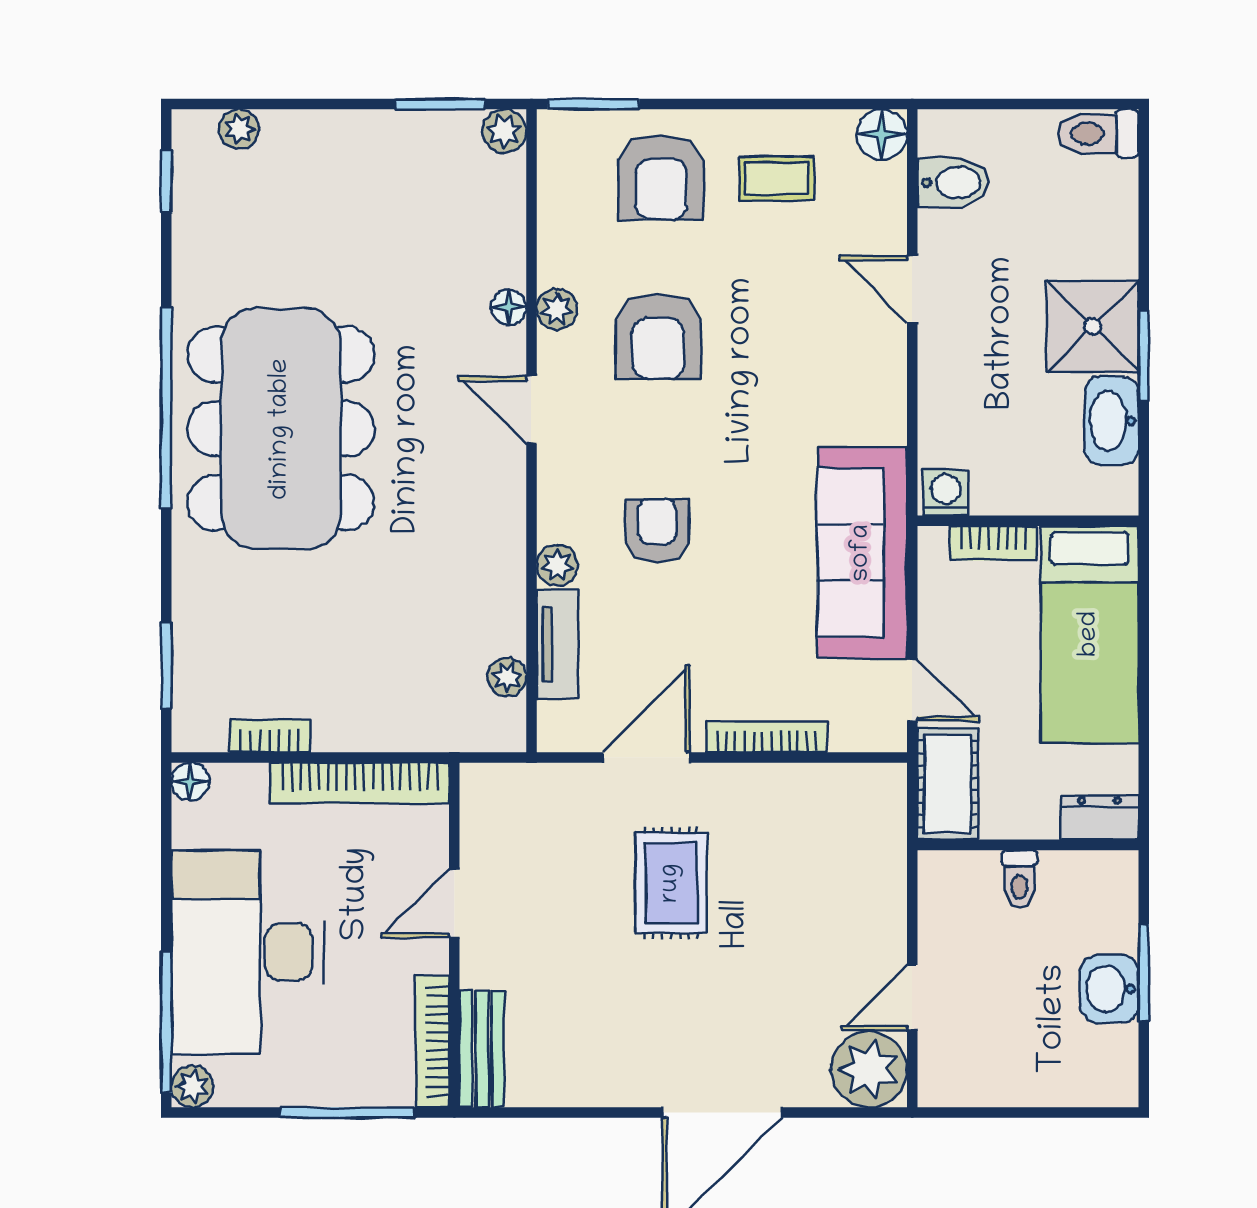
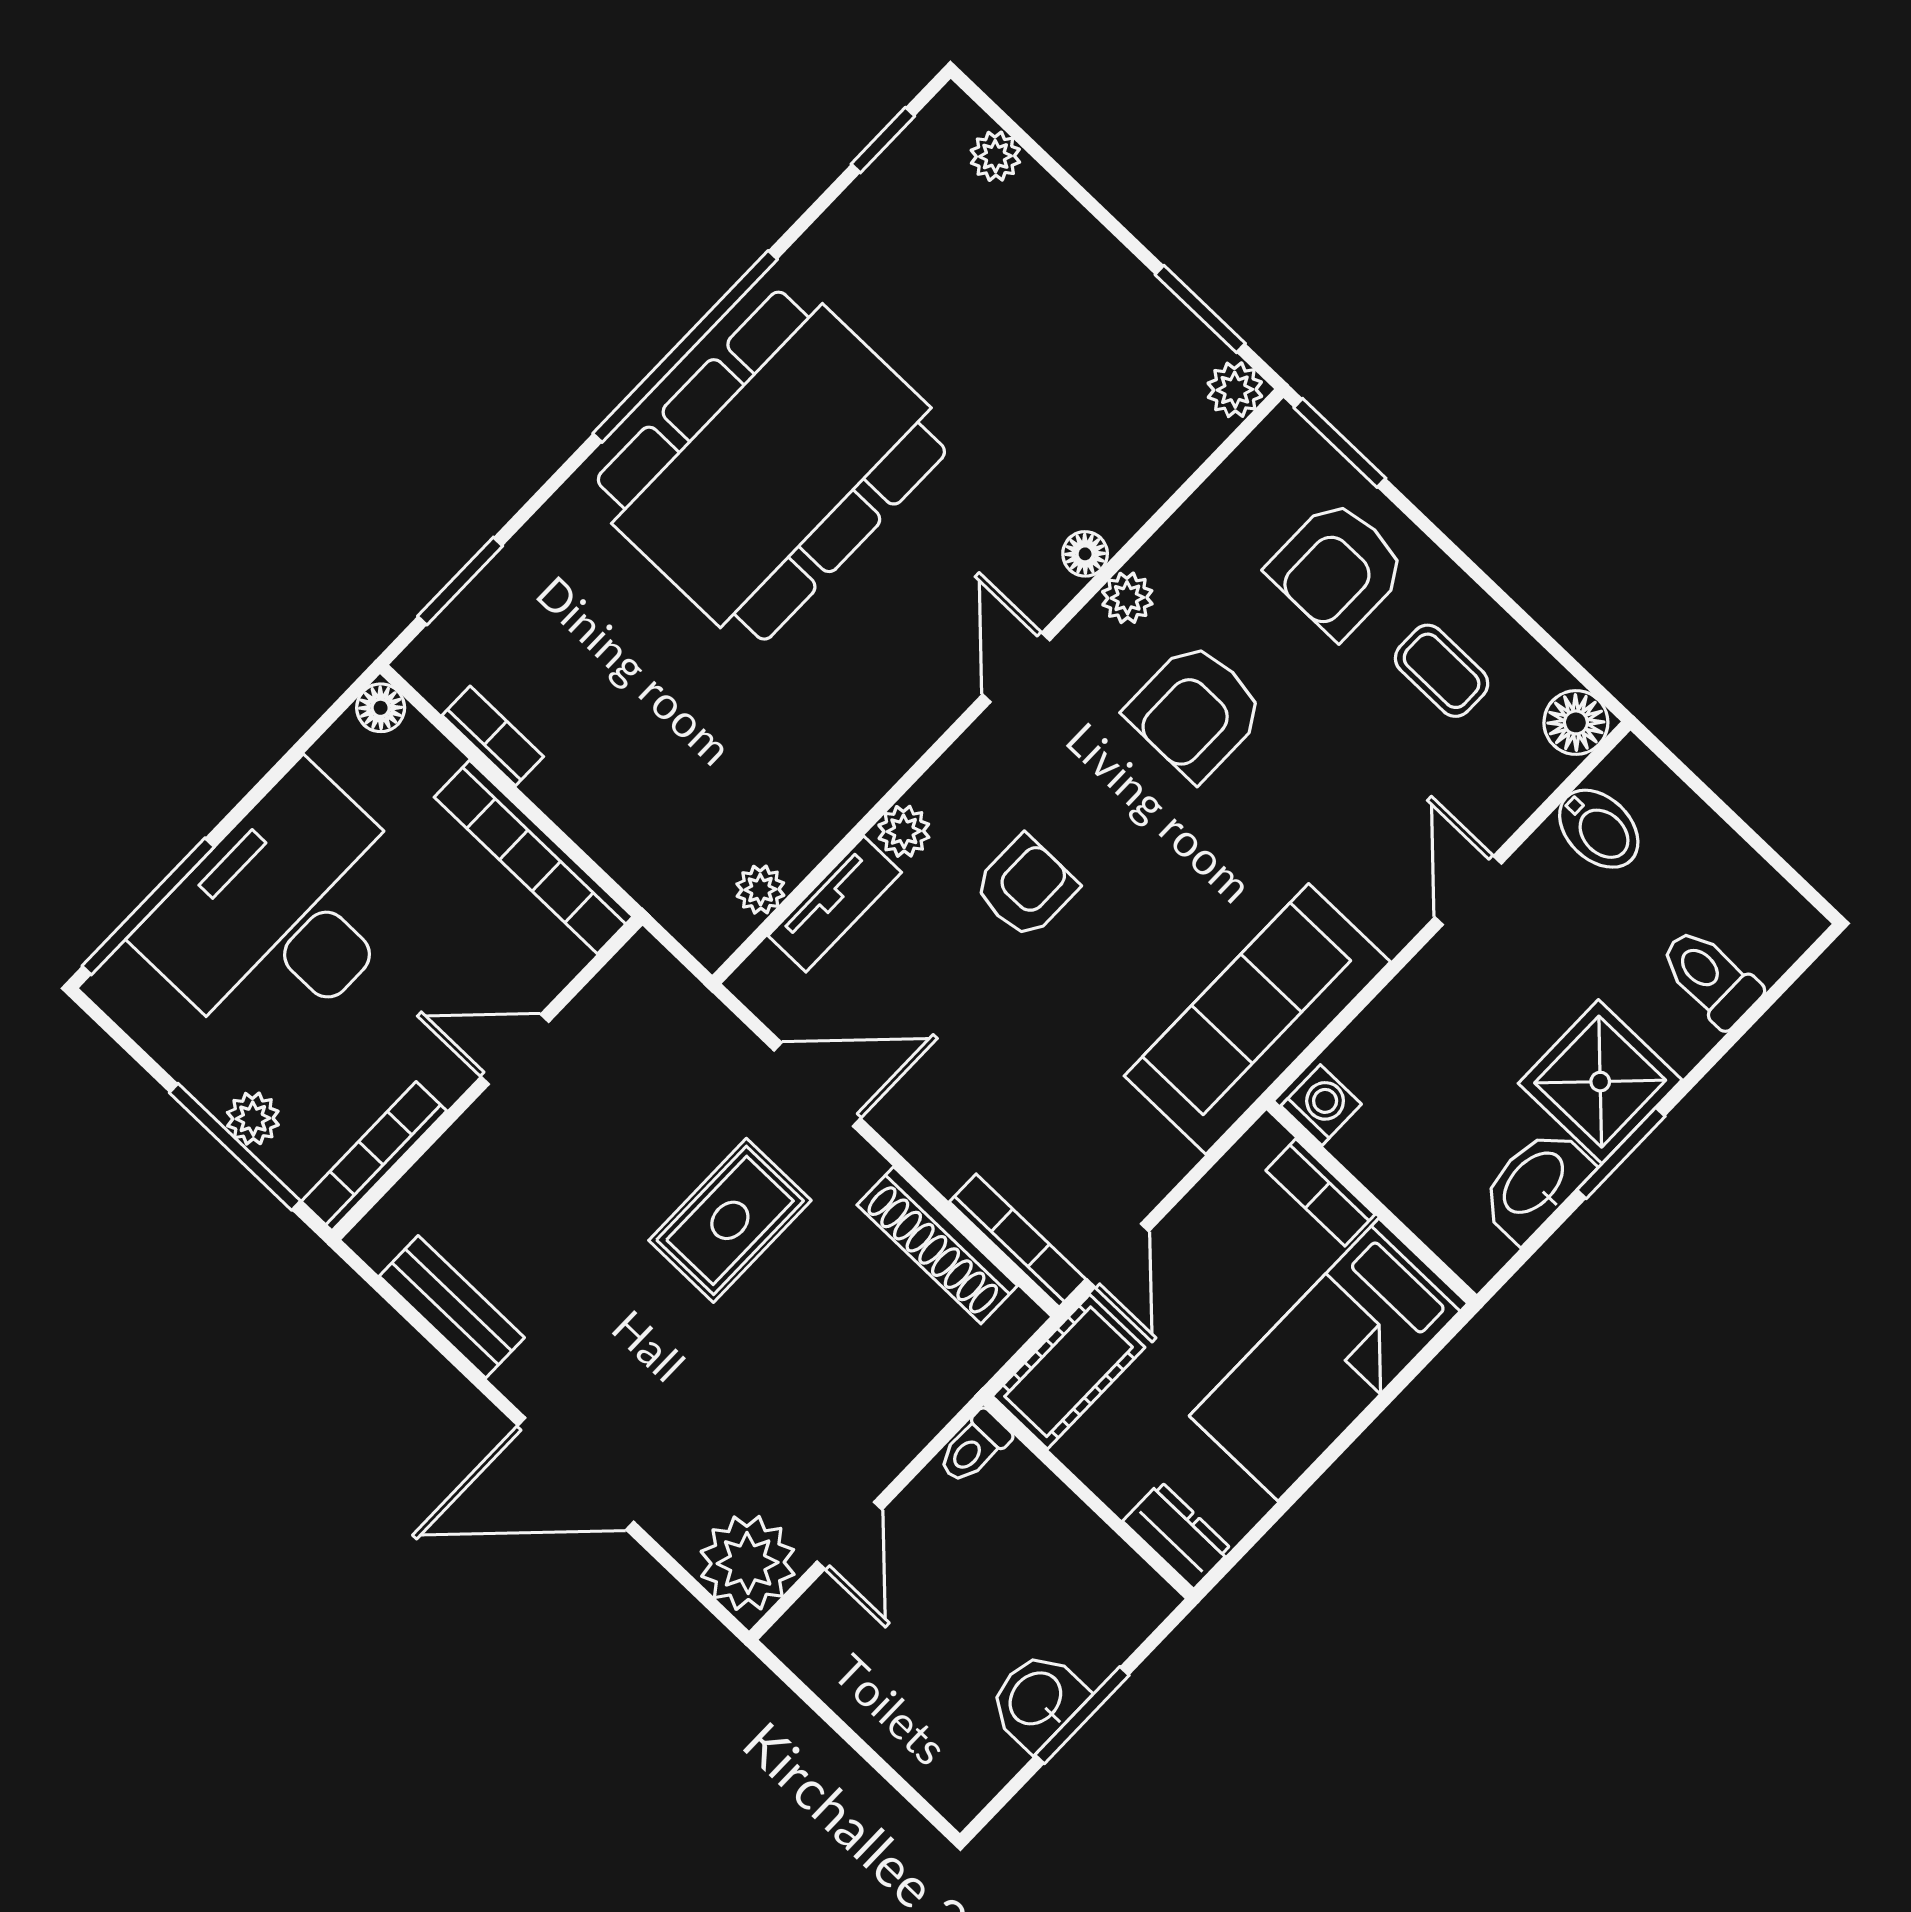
toilet: (1098, 134) -> (1710, 977), moved
sofa: (862, 553) -> (1257, 1019), moved
bookcase: (767, 737) -> (1018, 1241), moved
shoe rack: (803, 784) -> (937, 1245), added
toilet: (1020, 879) -> (974, 1447), moved
door: (912, 998) -> (849, 1535), swing flipped
bench: (482, 1049) -> (452, 1307), moved, turned 90
plant: (192, 1086) -> (253, 1119), moved

